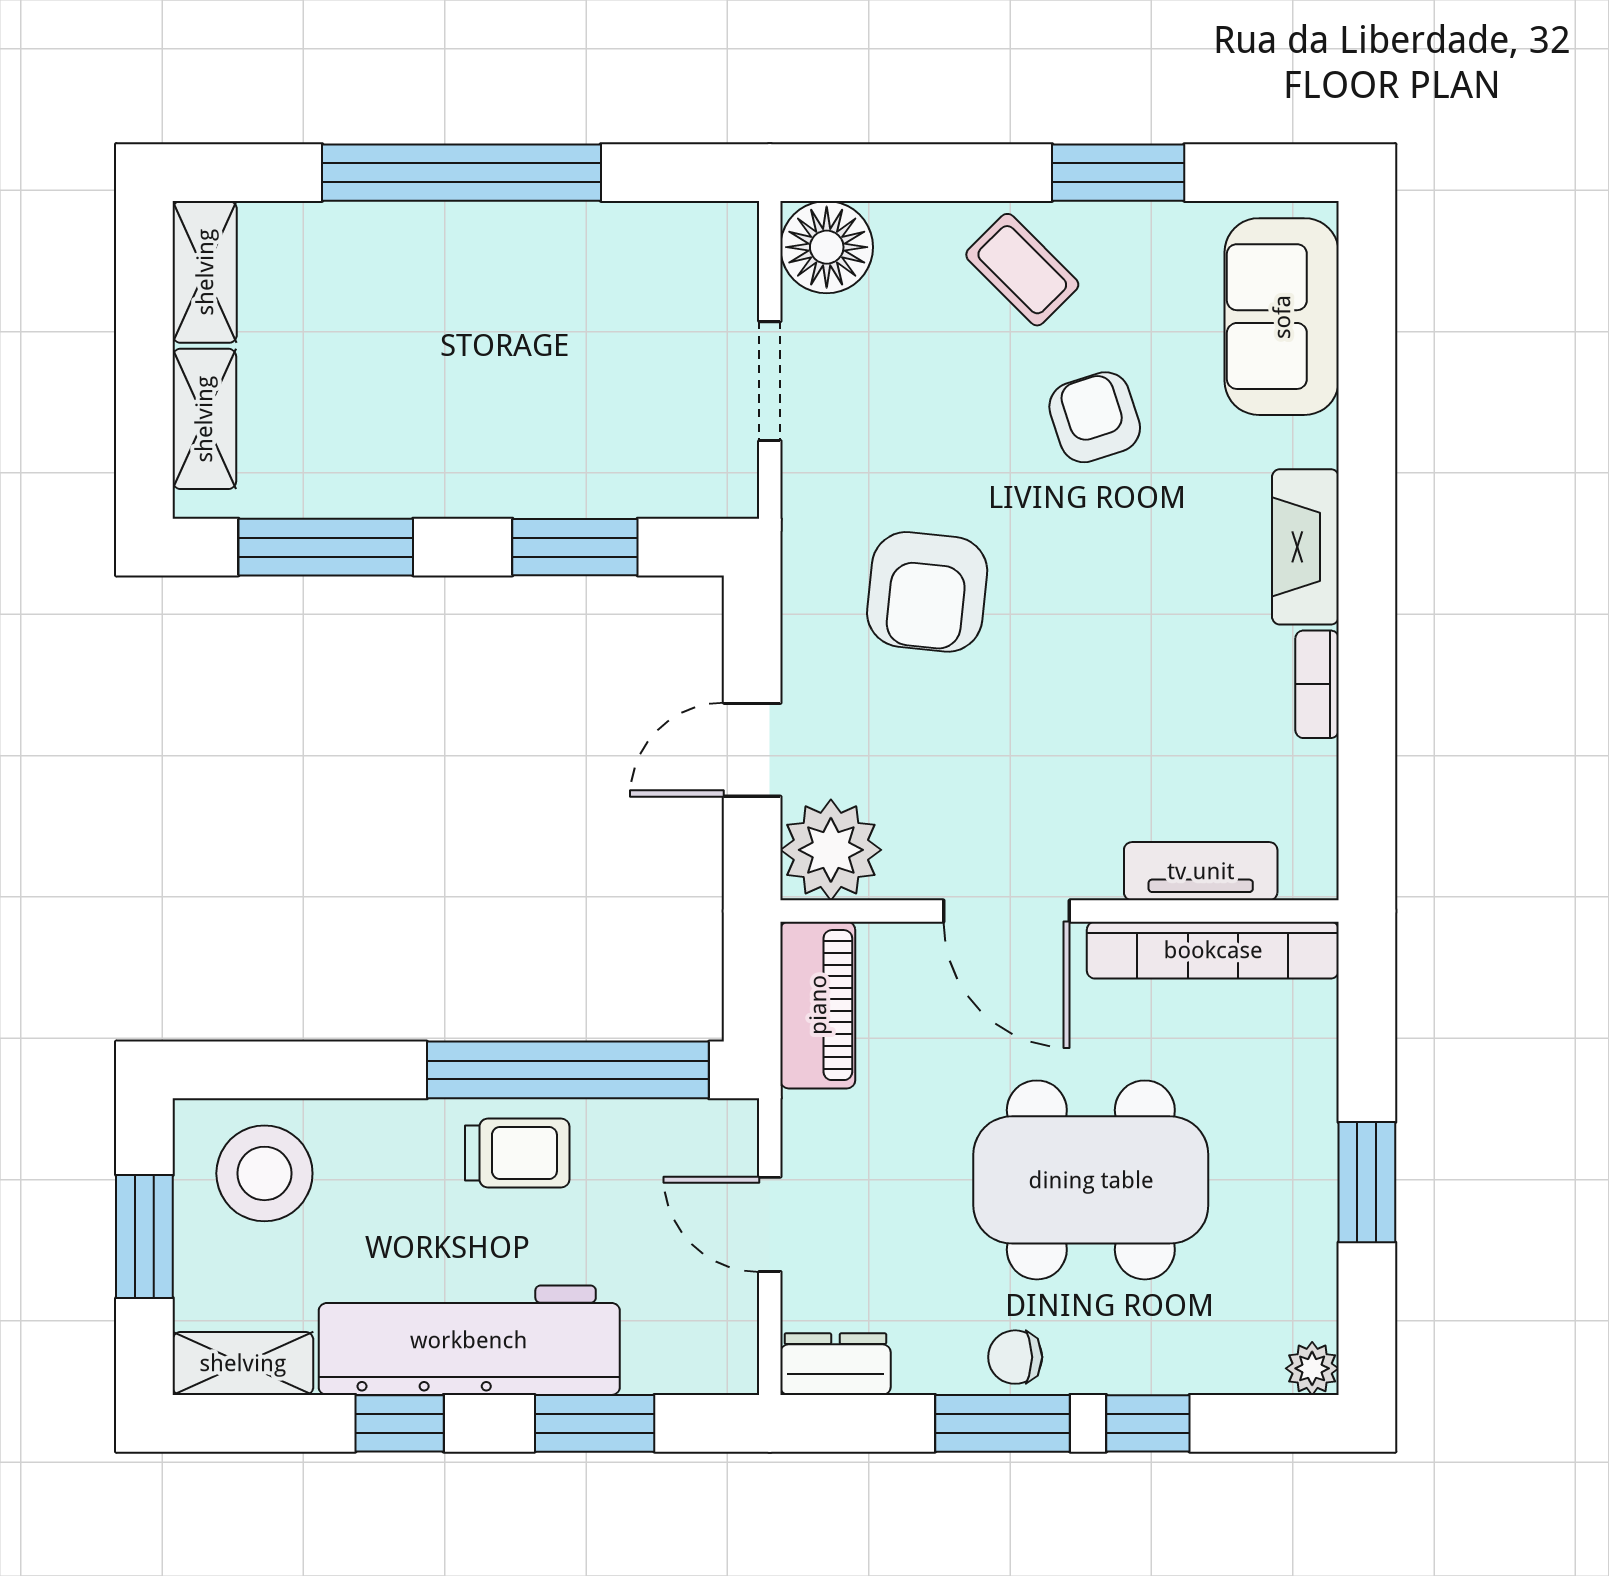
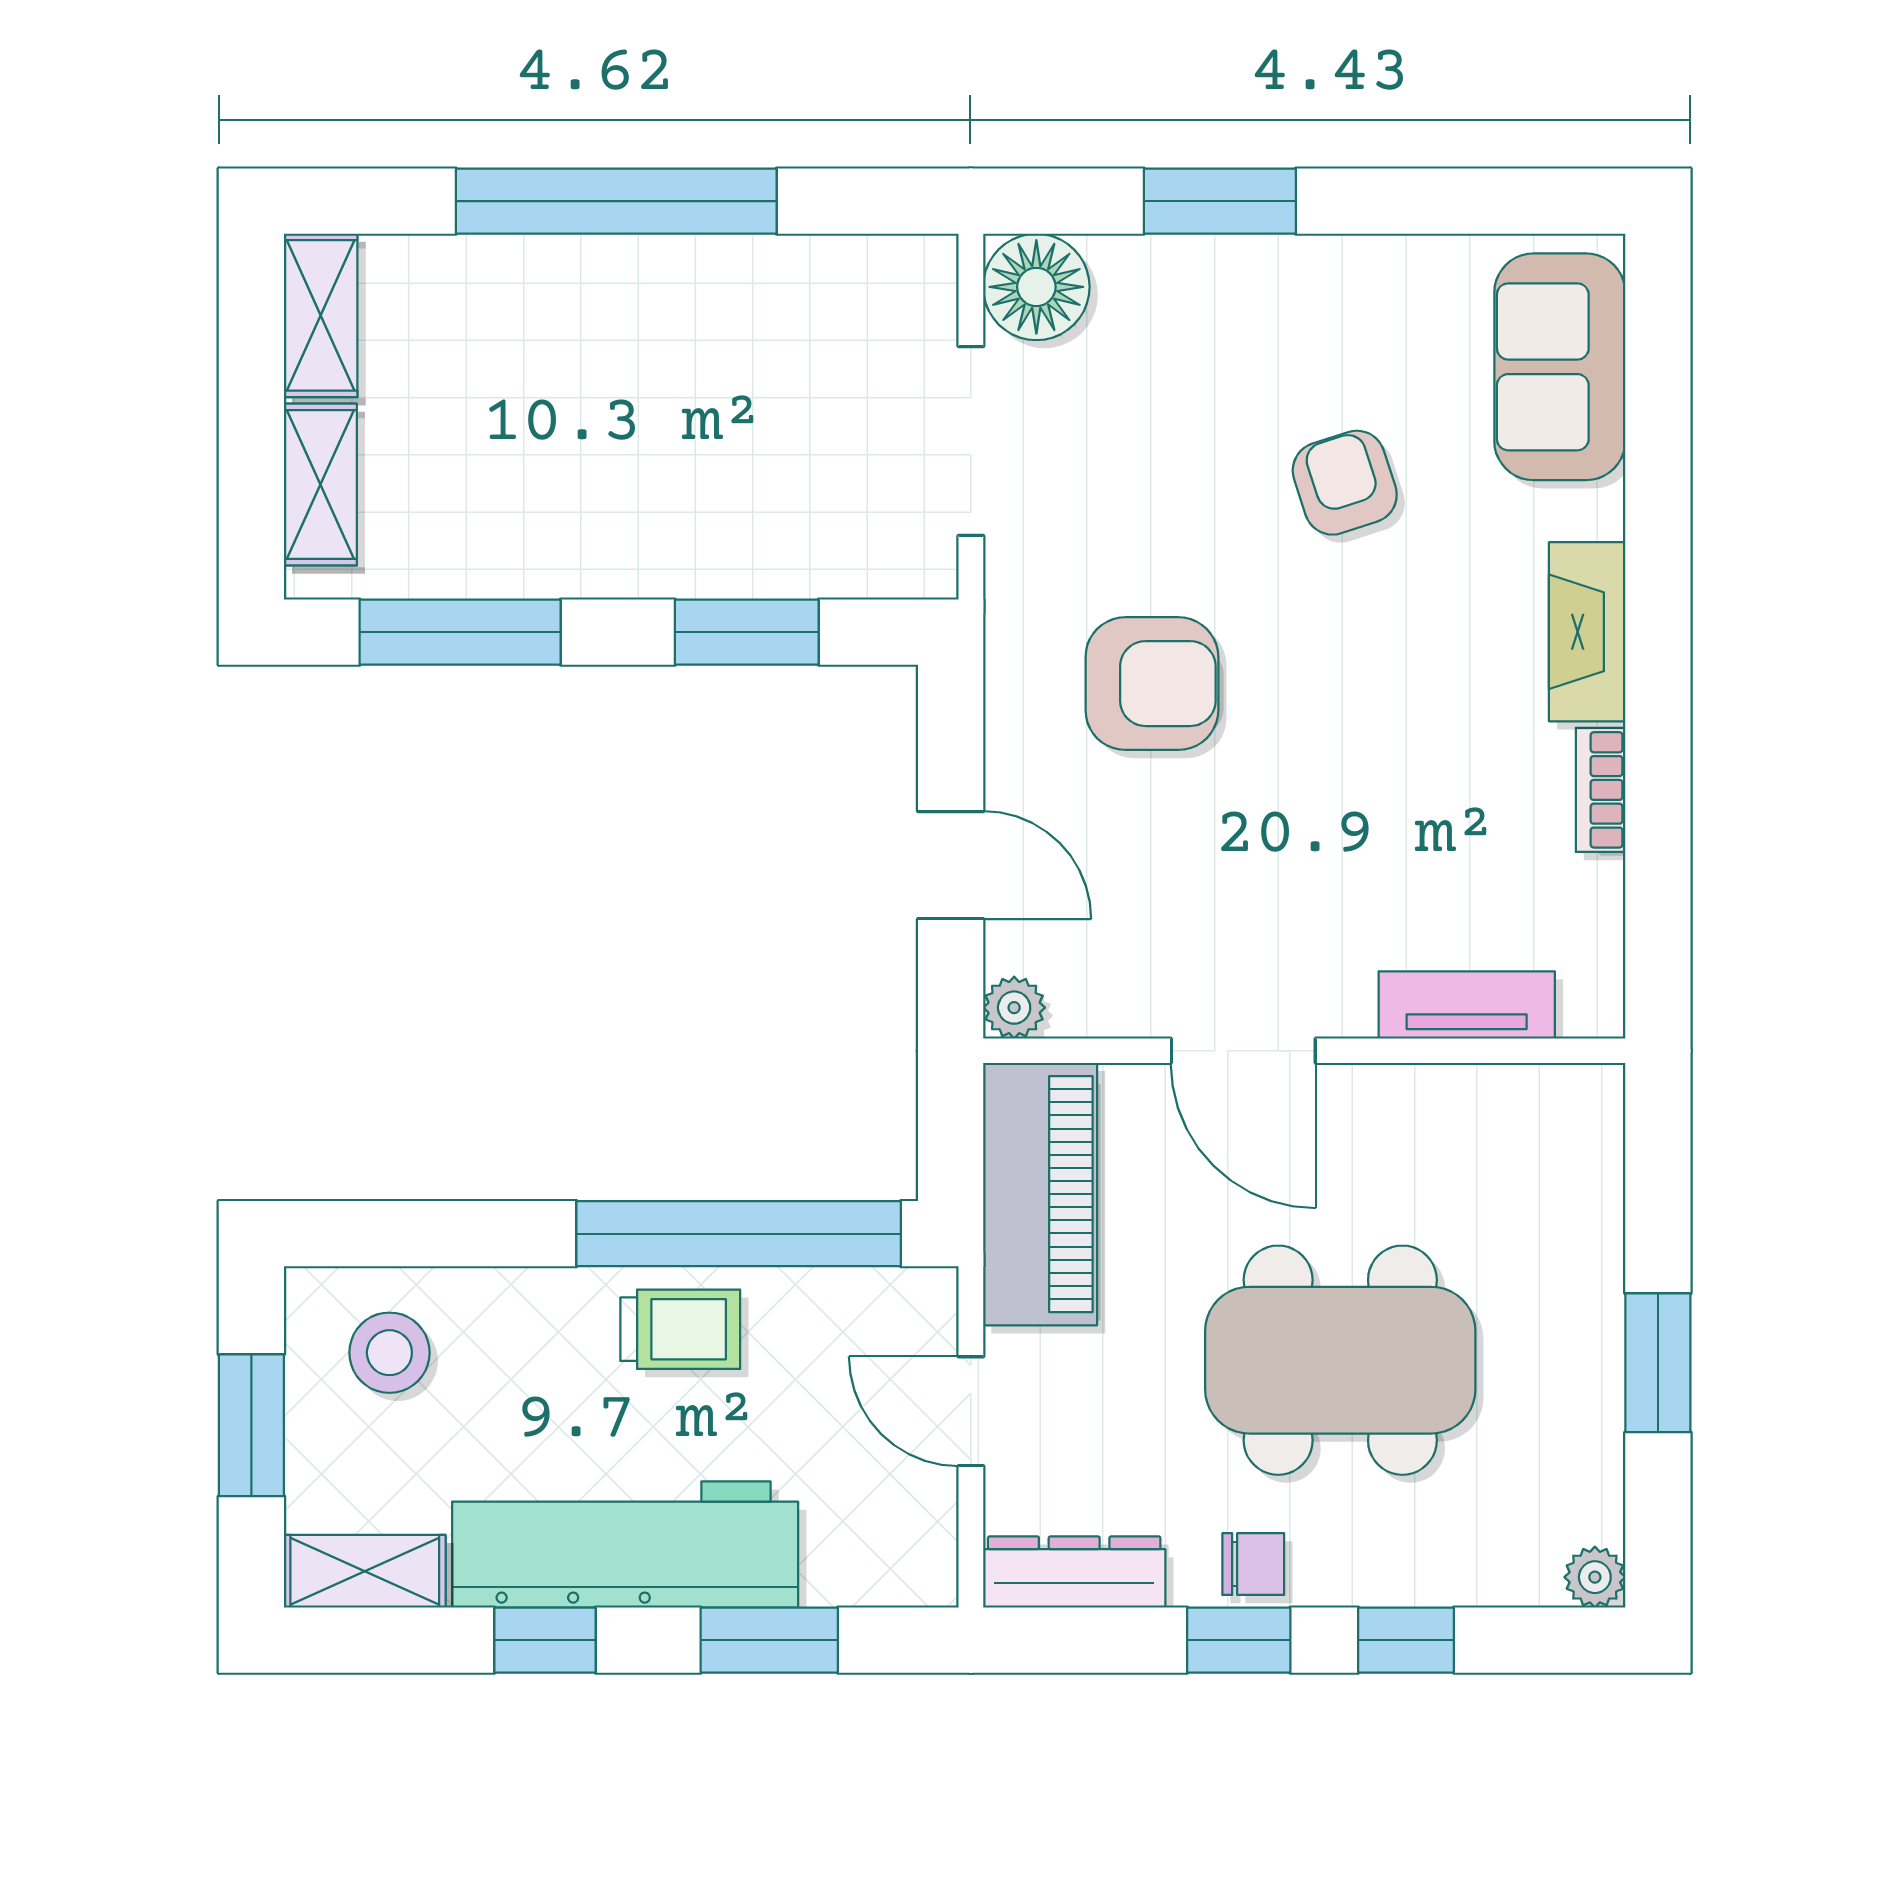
window: (1118, 173) -> (1220, 201), moved
coffee table: (1022, 270) -> (1261, 313), removed
doorway: (770, 381) -> (971, 441), width x1.38
armchair: (927, 592) -> (1152, 684), turned -96
door: (752, 750) -> (951, 865), swing flipped
plant: (831, 850) -> (1014, 1008), width x0.53, depth x0.53
bookcase: (1213, 950) -> (1481, 1096), removed
piano: (818, 1005) -> (1040, 1194), width x1.37, depth x1.33
stool: (264, 1173) -> (389, 1353), width x0.73, depth x0.73
chair: (1015, 1357) -> (1253, 1564), turned 180
dresser: (835, 1364) -> (1074, 1572), width x1.44
window: (1003, 1423) -> (1239, 1640), width x0.67

